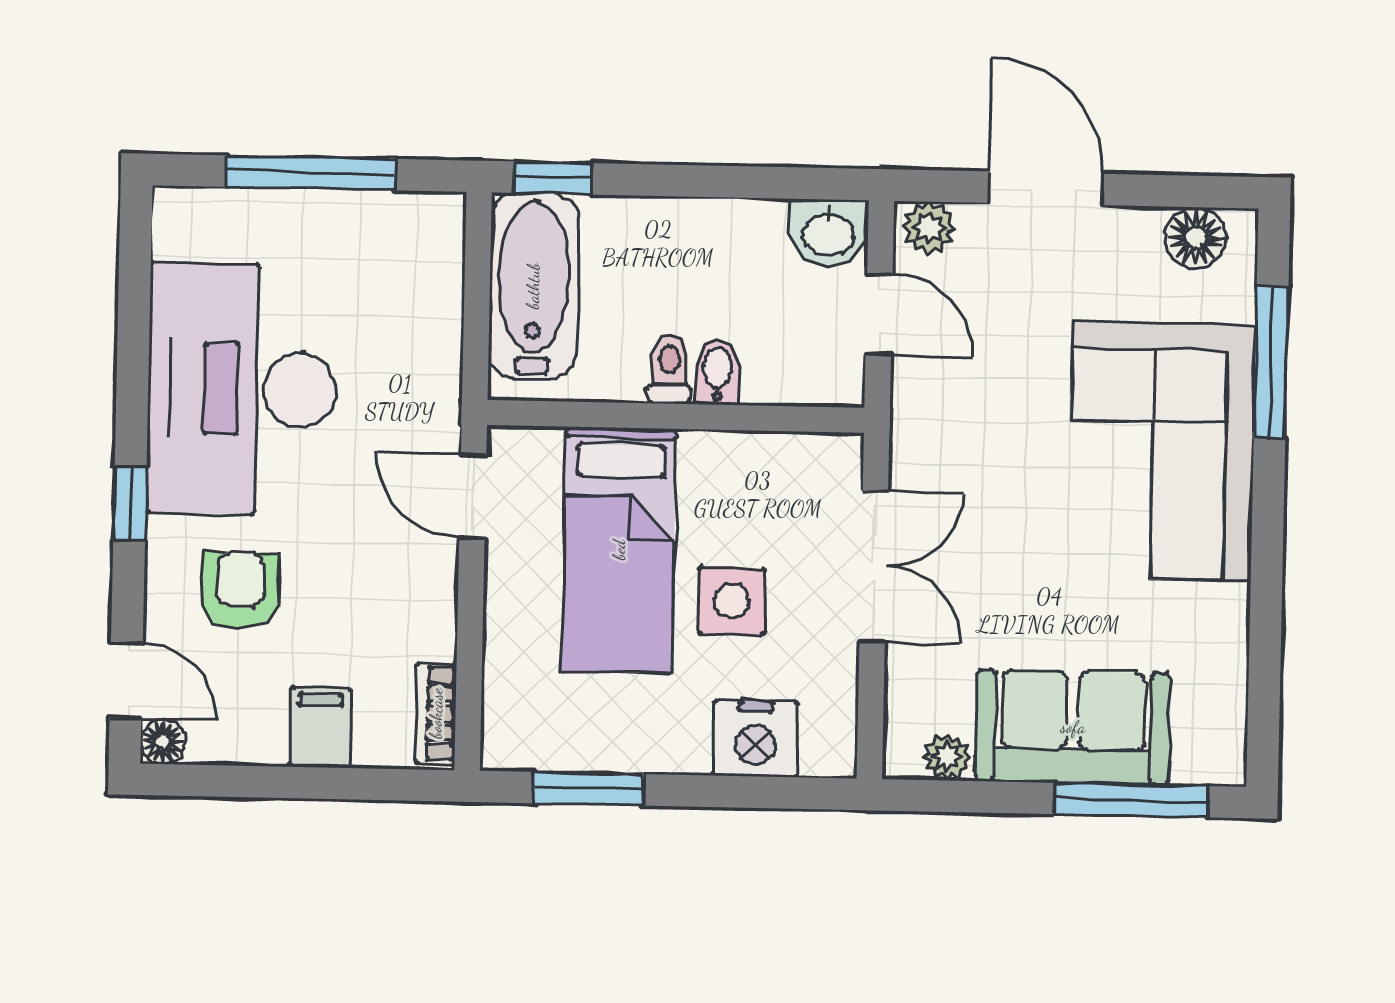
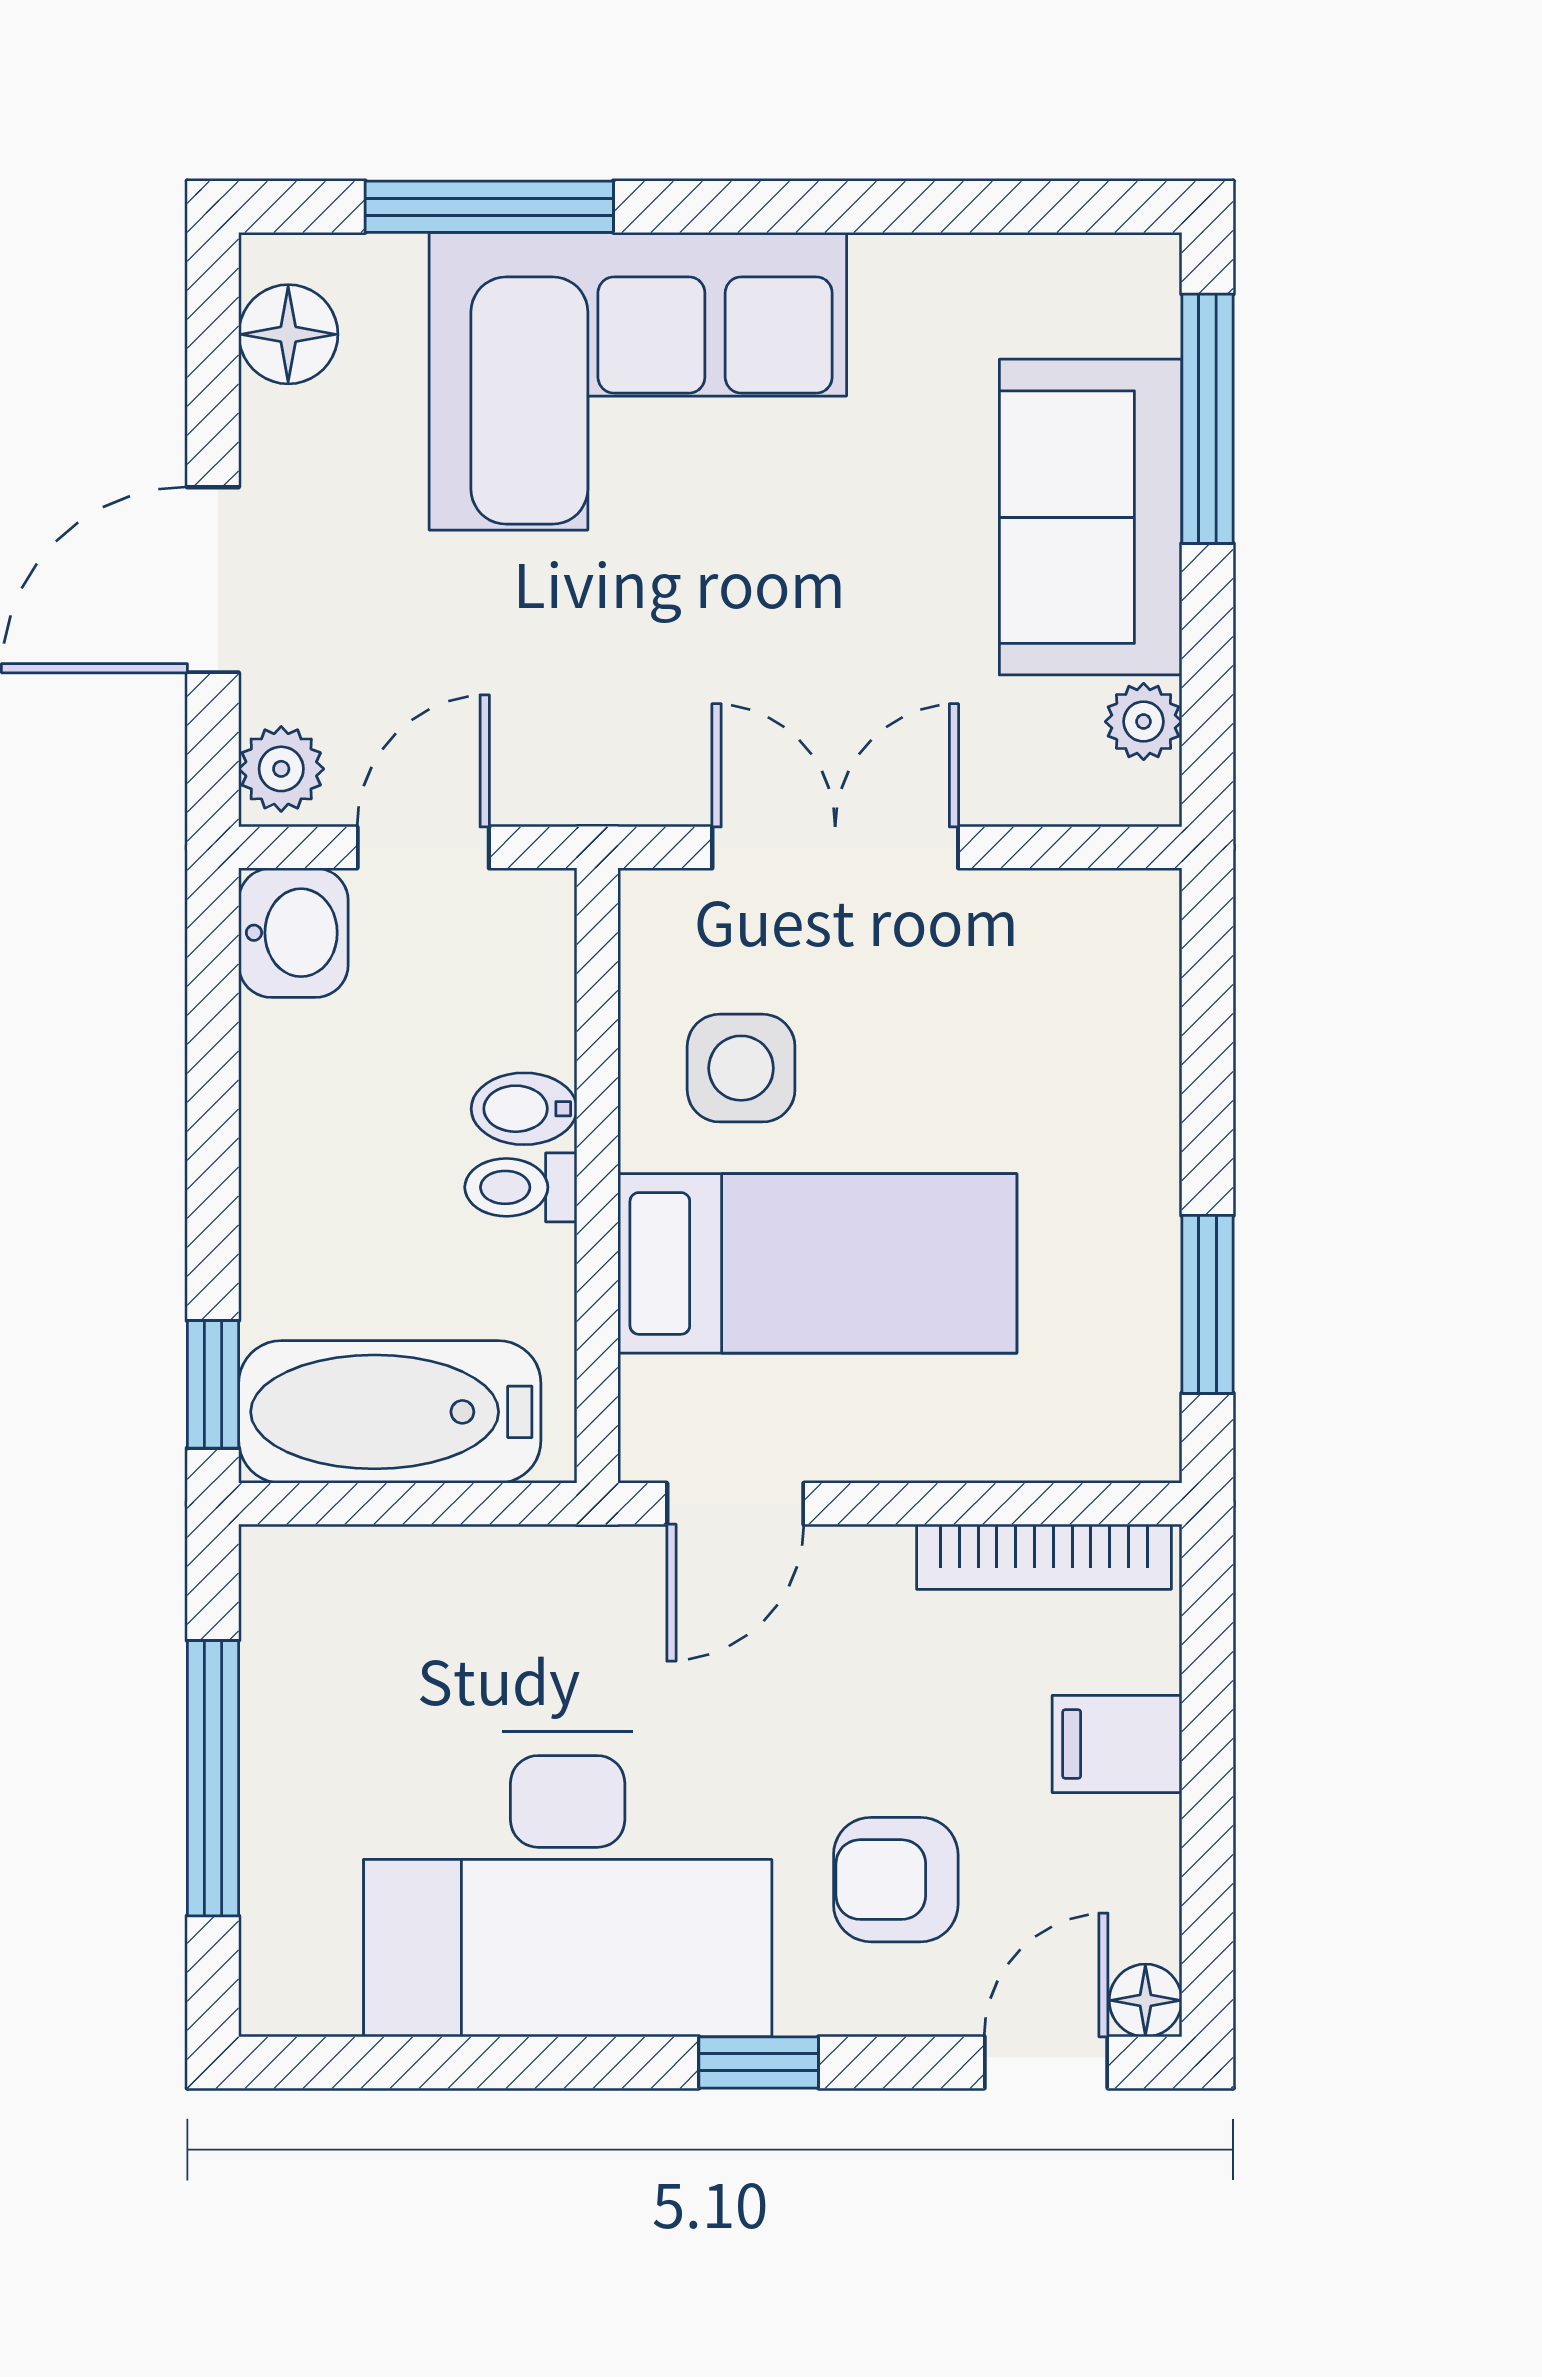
side table: (731, 601) -> (741, 1068), moved
bookcase: (436, 713) -> (1044, 1557), width x1.56
nightstand: (755, 739) -> (1120, 1035), removed

